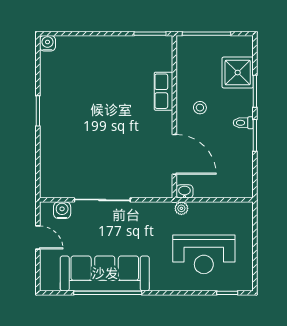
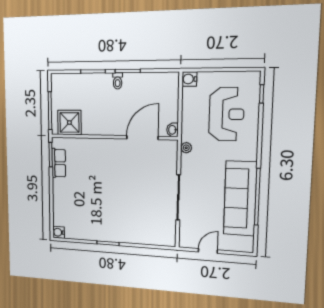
shower: (238, 73) -> (69, 122), moved
row of seats: (163, 91) -> (59, 163), moved, turned -90
stool: (200, 108) -> (106, 116), removed
plant: (181, 208) -> (186, 148), moved
water cooler: (62, 210) -> (189, 79), moved

